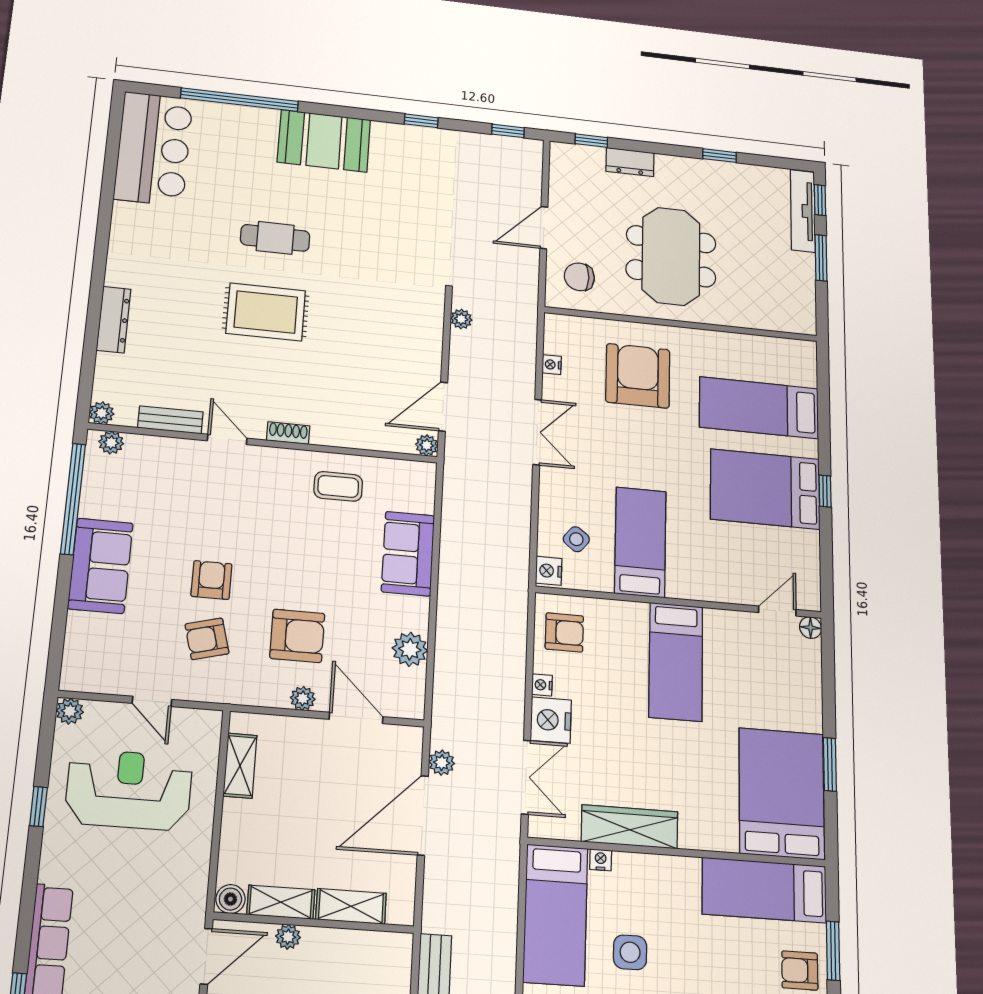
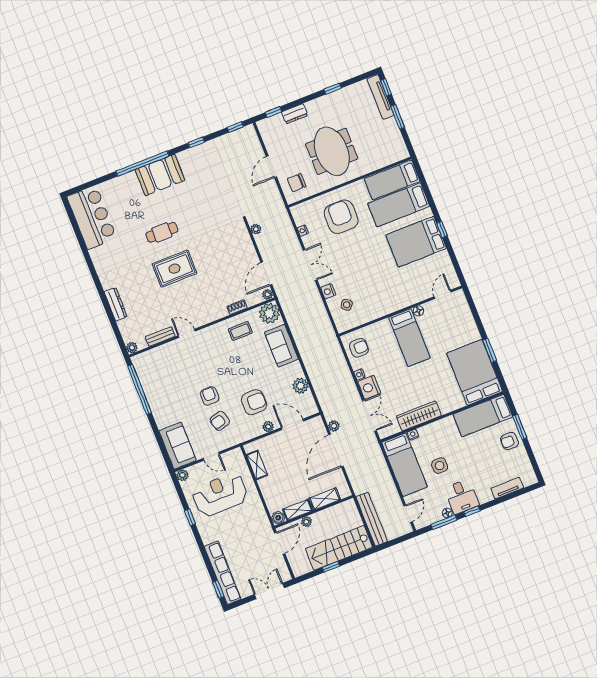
window: (240, 100) -> (142, 164), moved
shoe rack: (288, 433) -> (237, 307), moved
plant: (111, 443) -> (269, 313), moved, width x1.88, depth x1.88
bed: (640, 542) -> (392, 180), moved, turned -90
sofa: (100, 566) -> (178, 446), moved
nightstand: (549, 571) -> (328, 291), moved
floor lamp: (811, 628) -> (418, 311), moved

